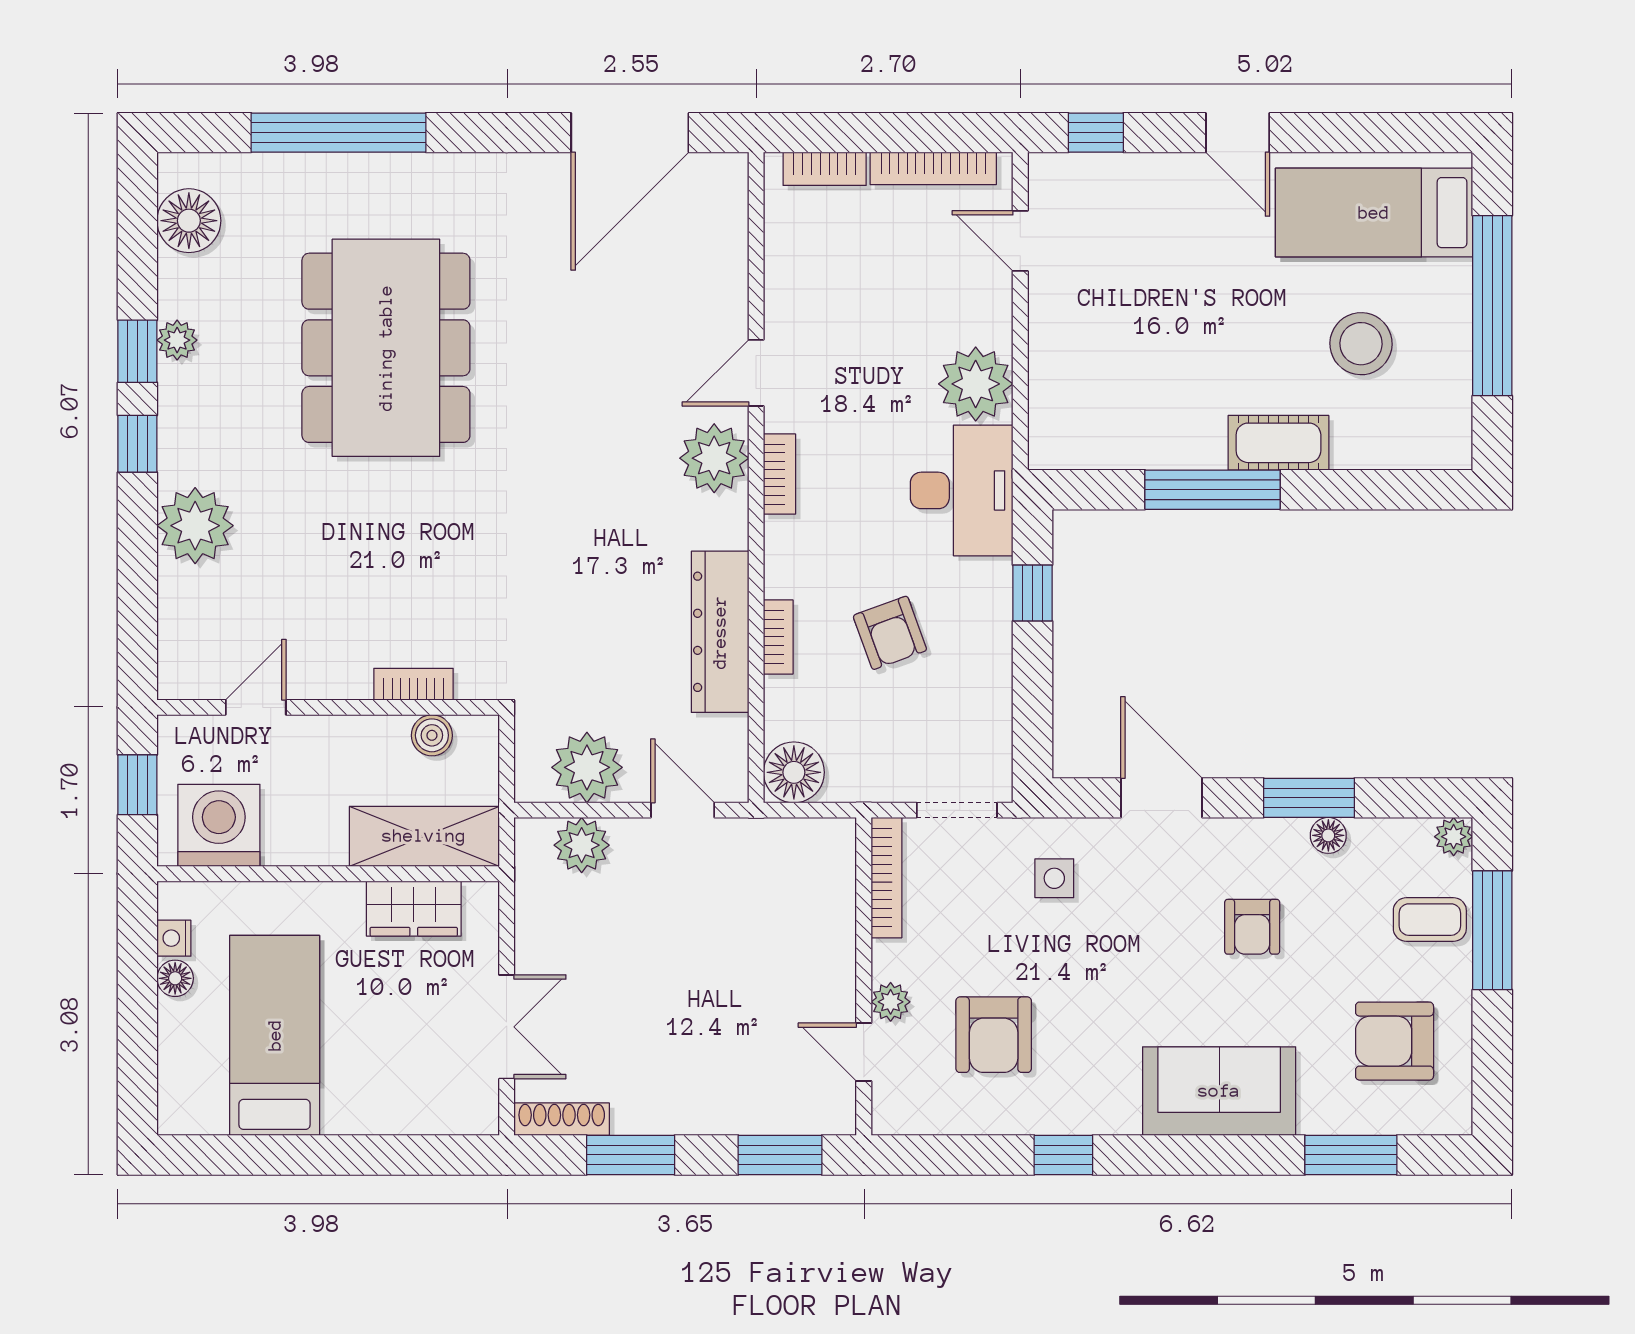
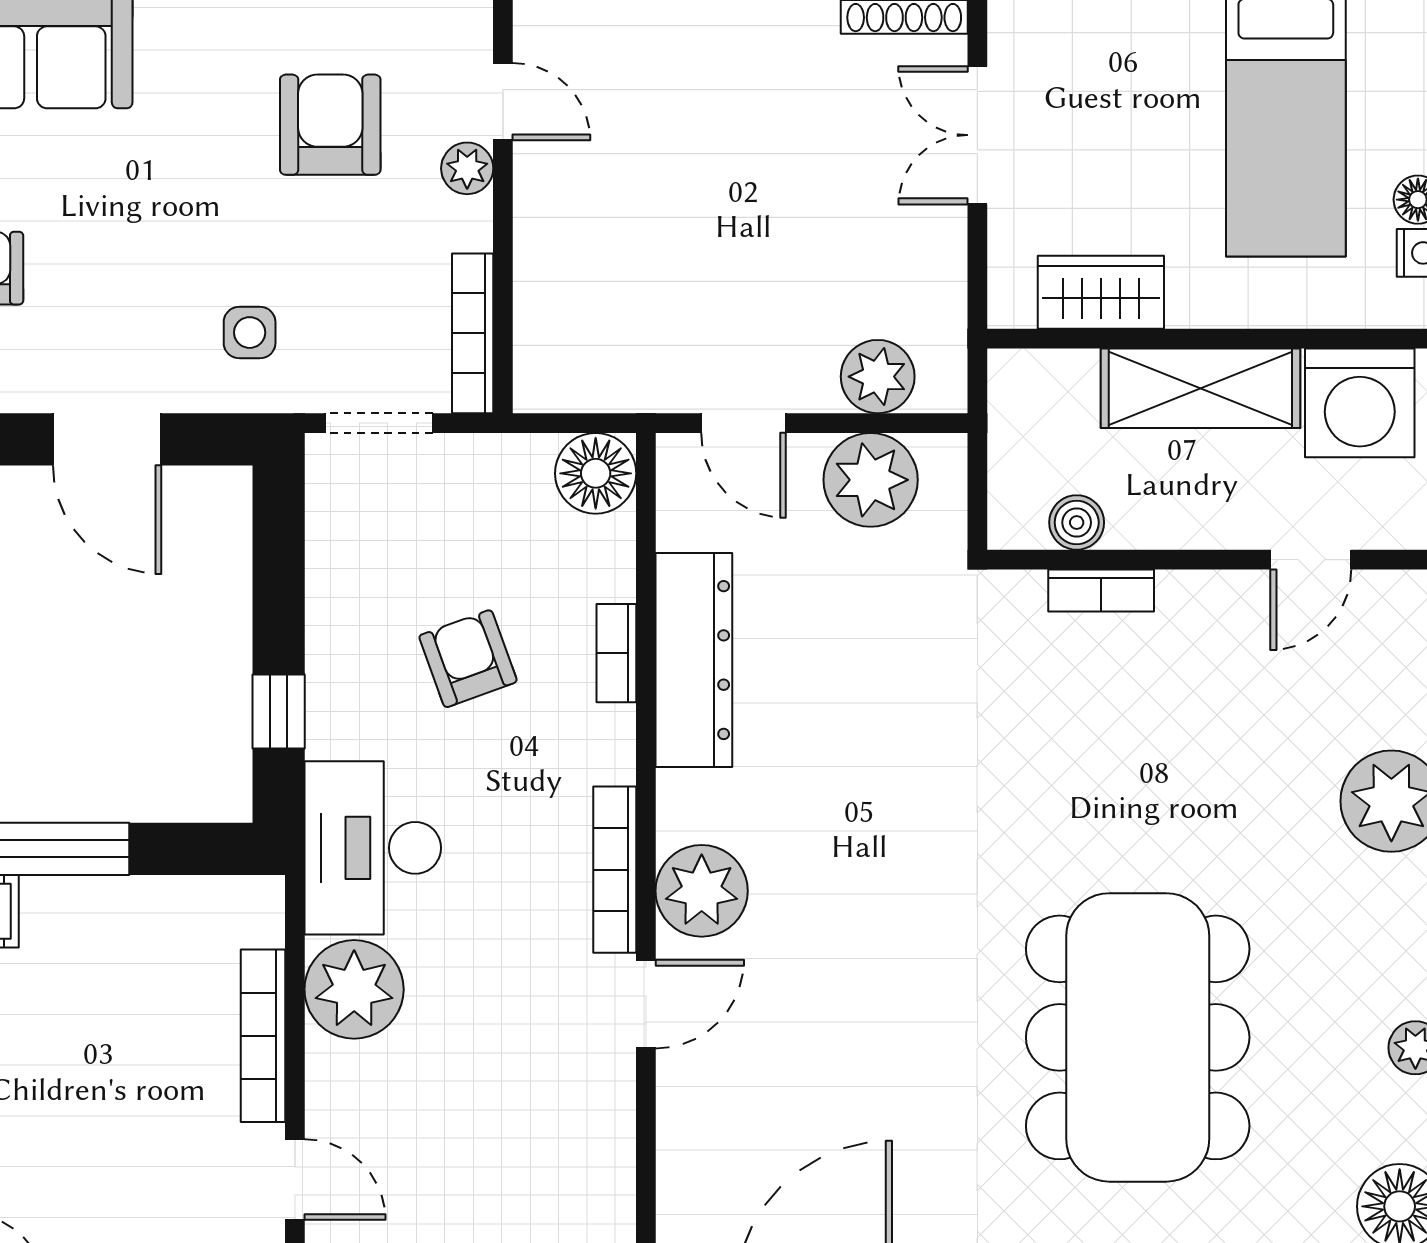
bookcase: (1044, 349) -> (263, 1036), added
bookcase: (780, 474) -> (615, 870), width x1.56
shelving: (424, 836) -> (1200, 388), moved

